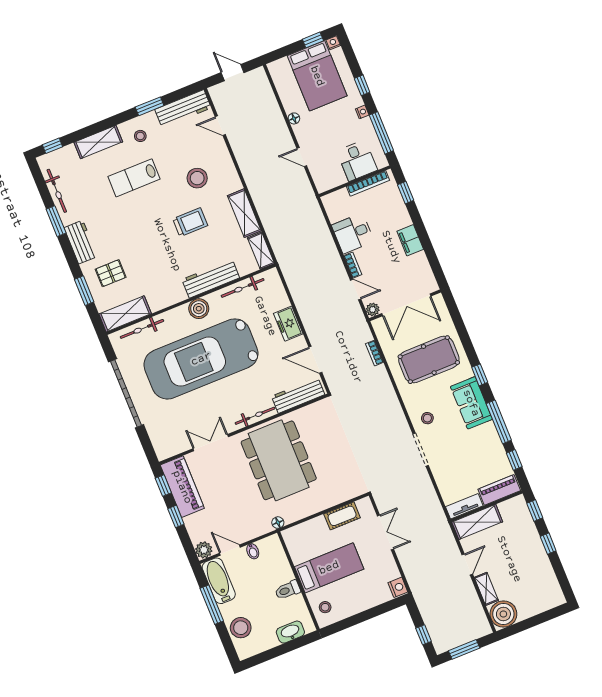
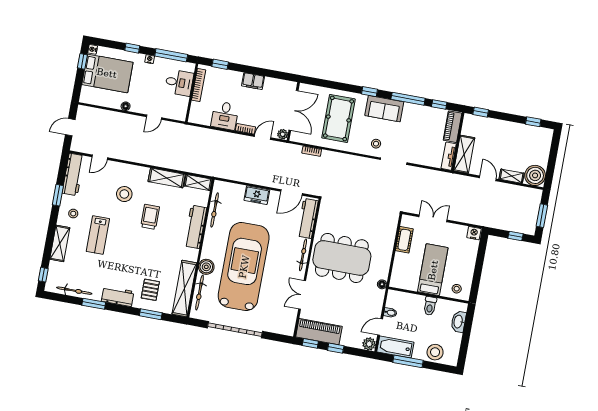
boiler: (199, 309) -> (206, 267), moved
shelving: (125, 314) -> (184, 289), width x1.47
car: (201, 359) -> (244, 267), turned 180
window: (548, 544) -> (533, 122), moved

